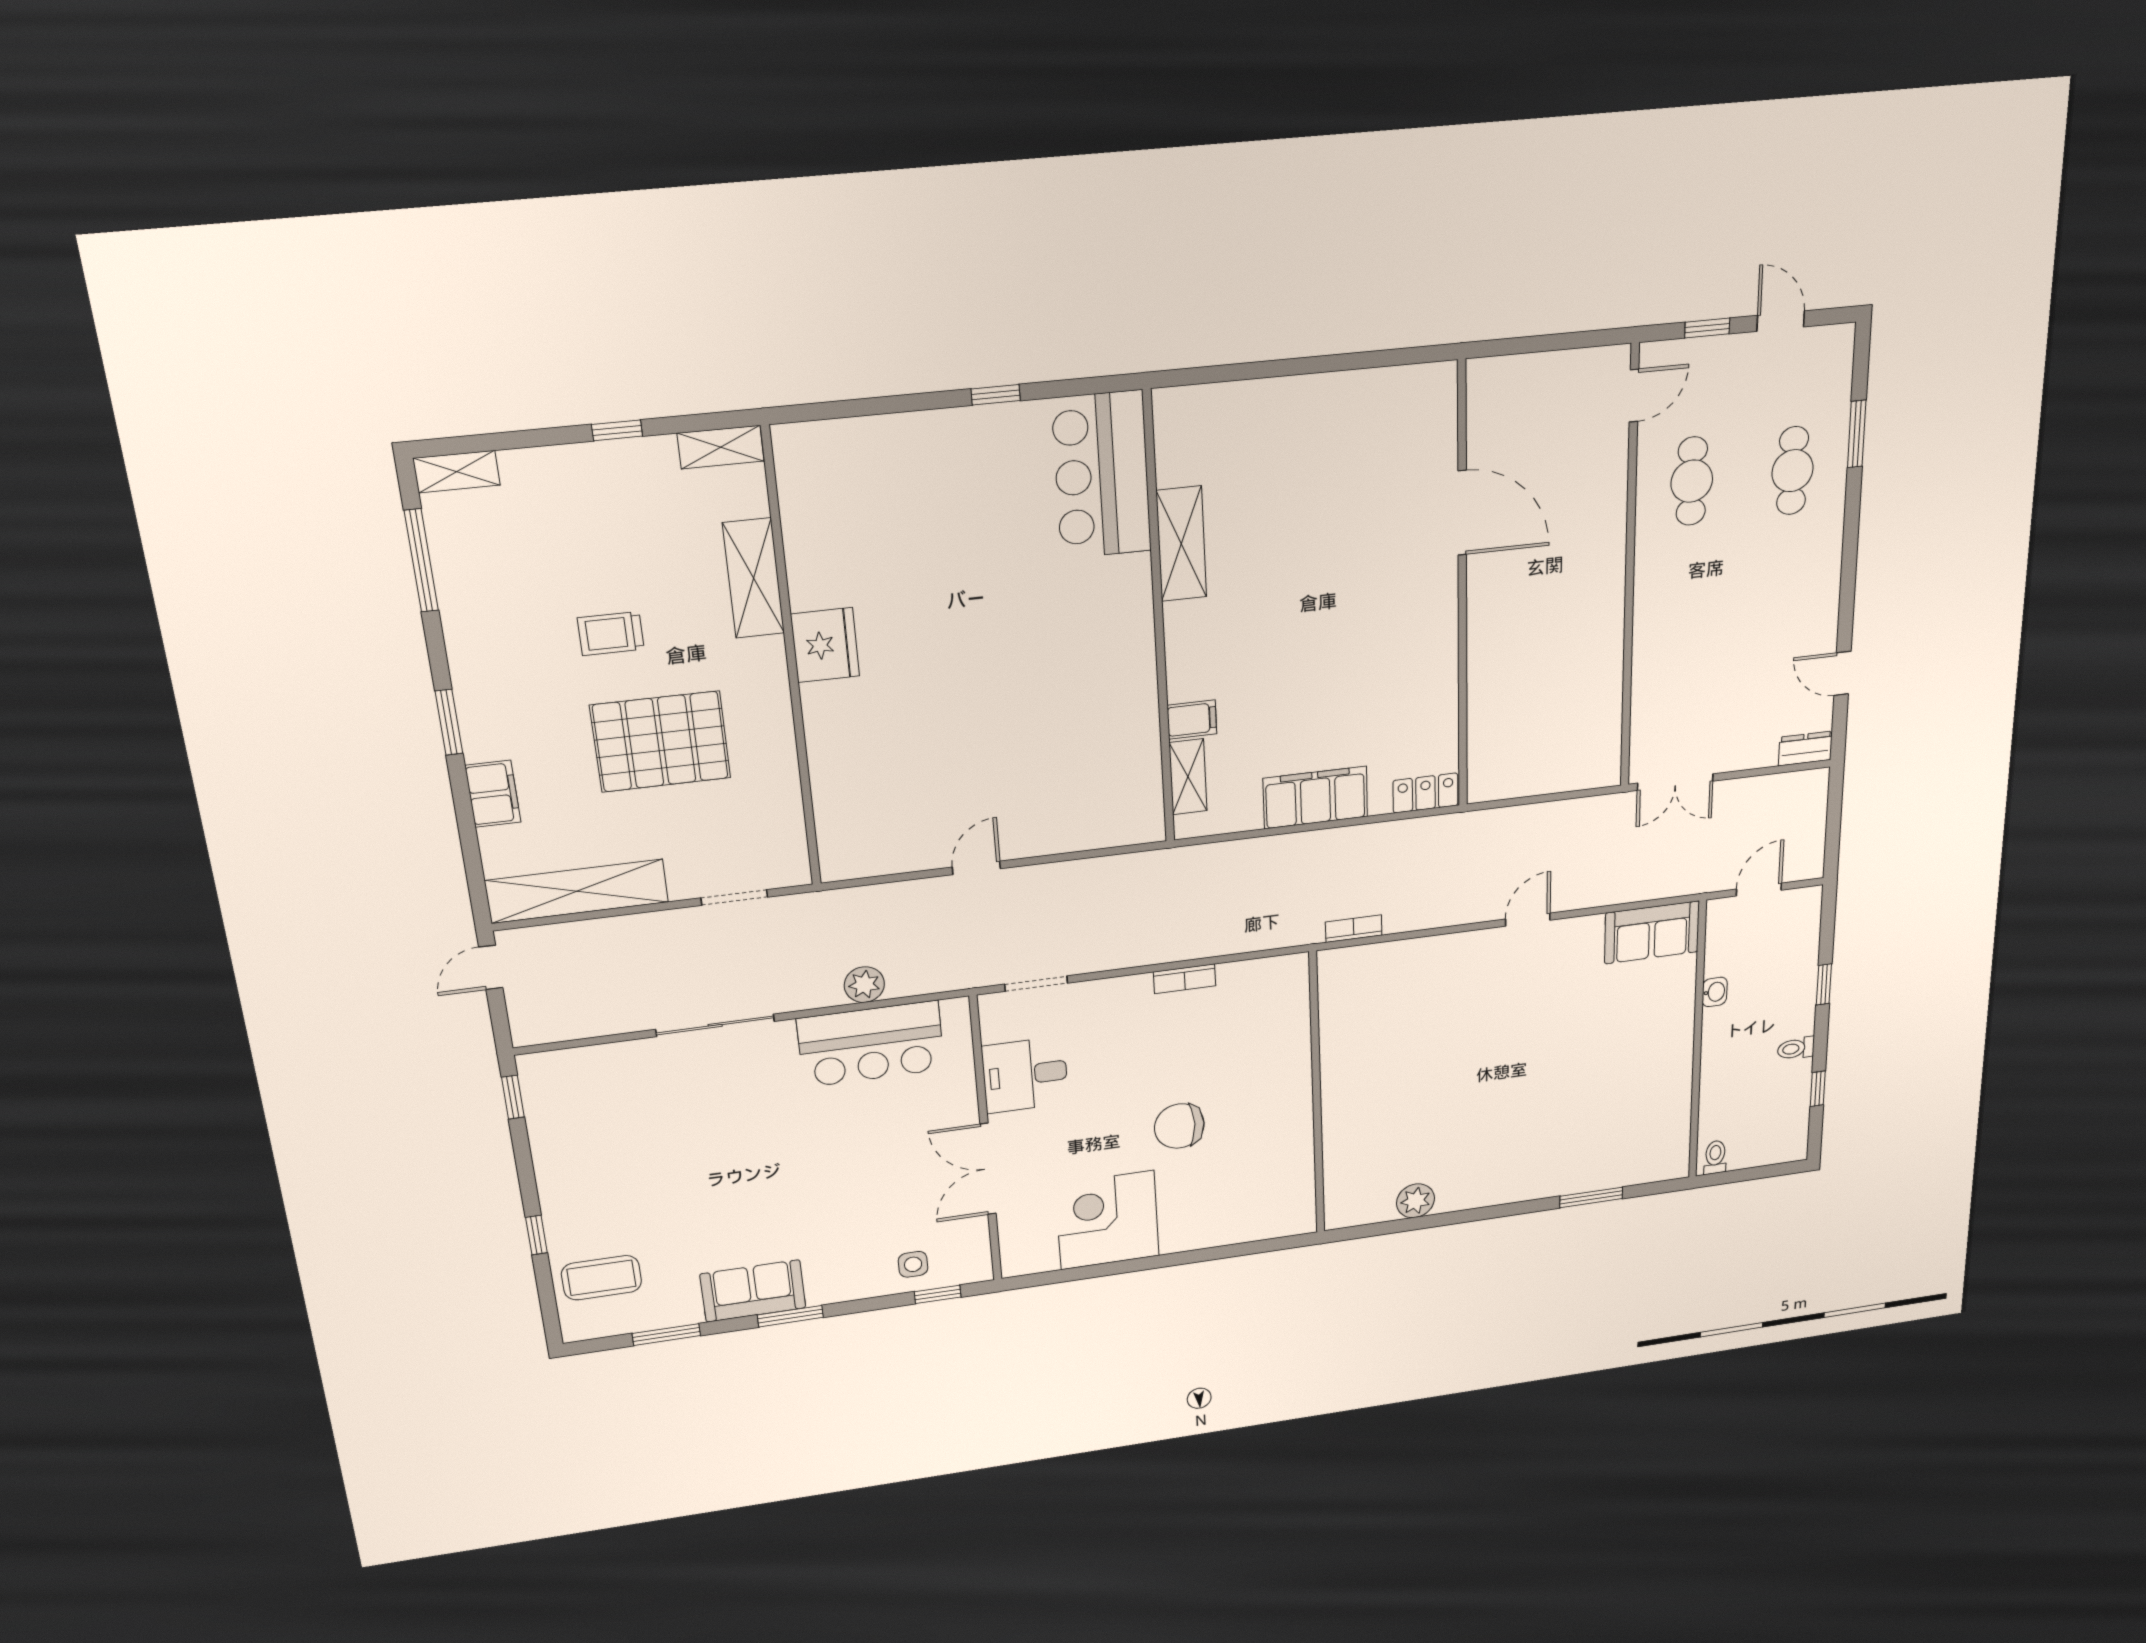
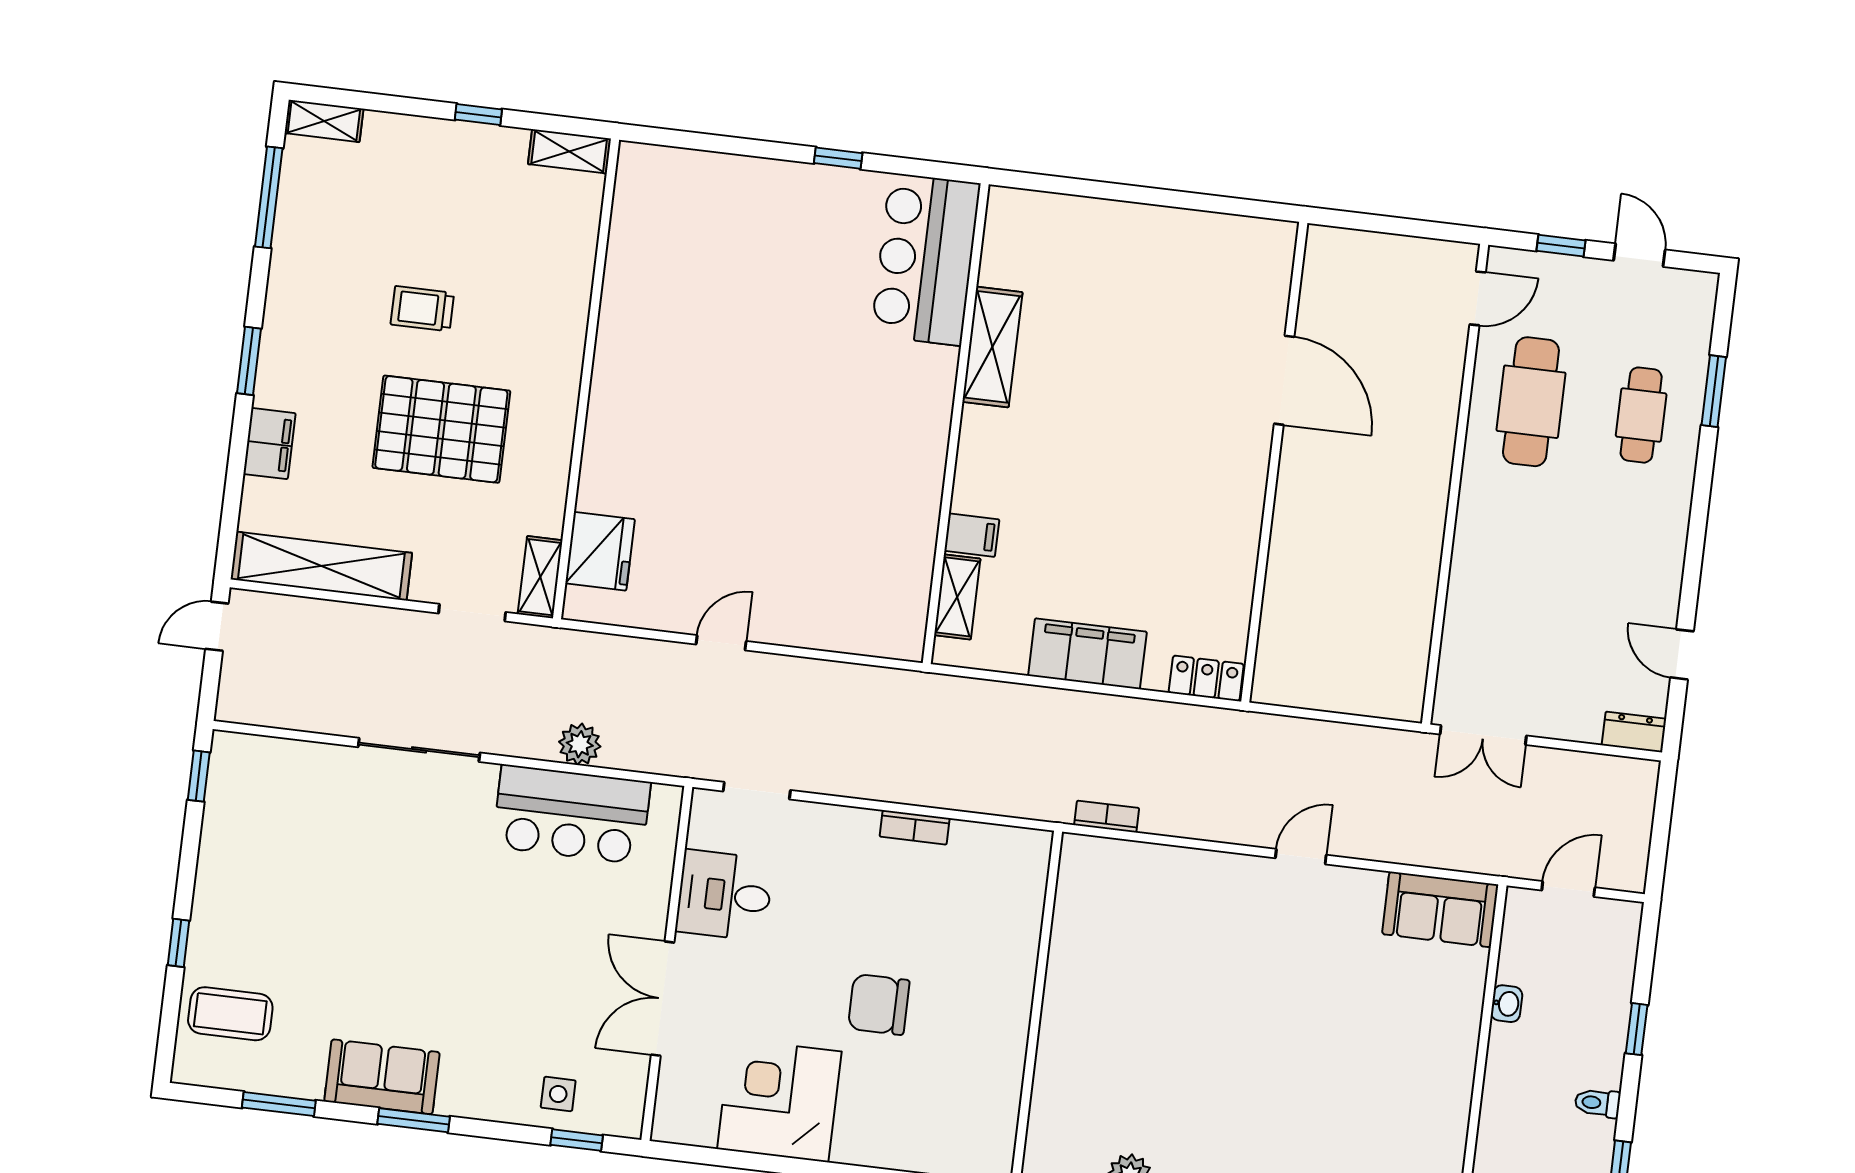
cafe table: (1692, 481) -> (1531, 402), width x1.37, depth x1.35
shelving: (754, 578) -> (540, 577), moved, width x0.67, depth x0.75
fridge: (825, 645) -> (600, 551), moved

